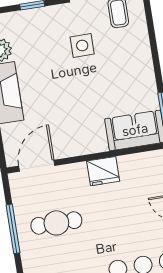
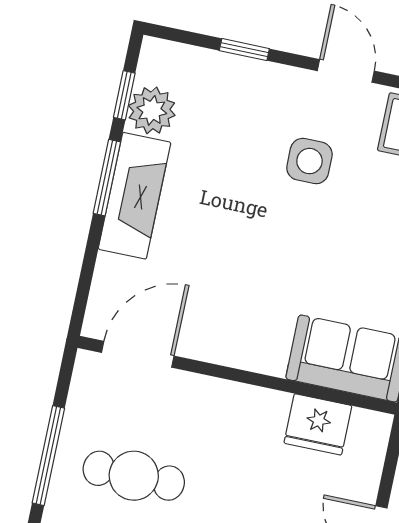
fridge: (103, 171) -> (318, 424), moved

